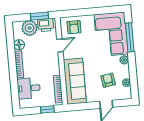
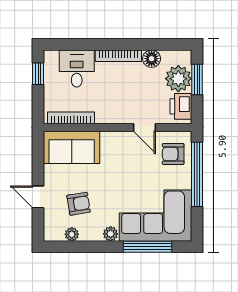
window: (85, 12) -> (197, 174), added
window: (39, 16) -> (197, 79), moved
sofa: (75, 81) -> (72, 147), width x0.73
window: (47, 109) -> (38, 74), moved

